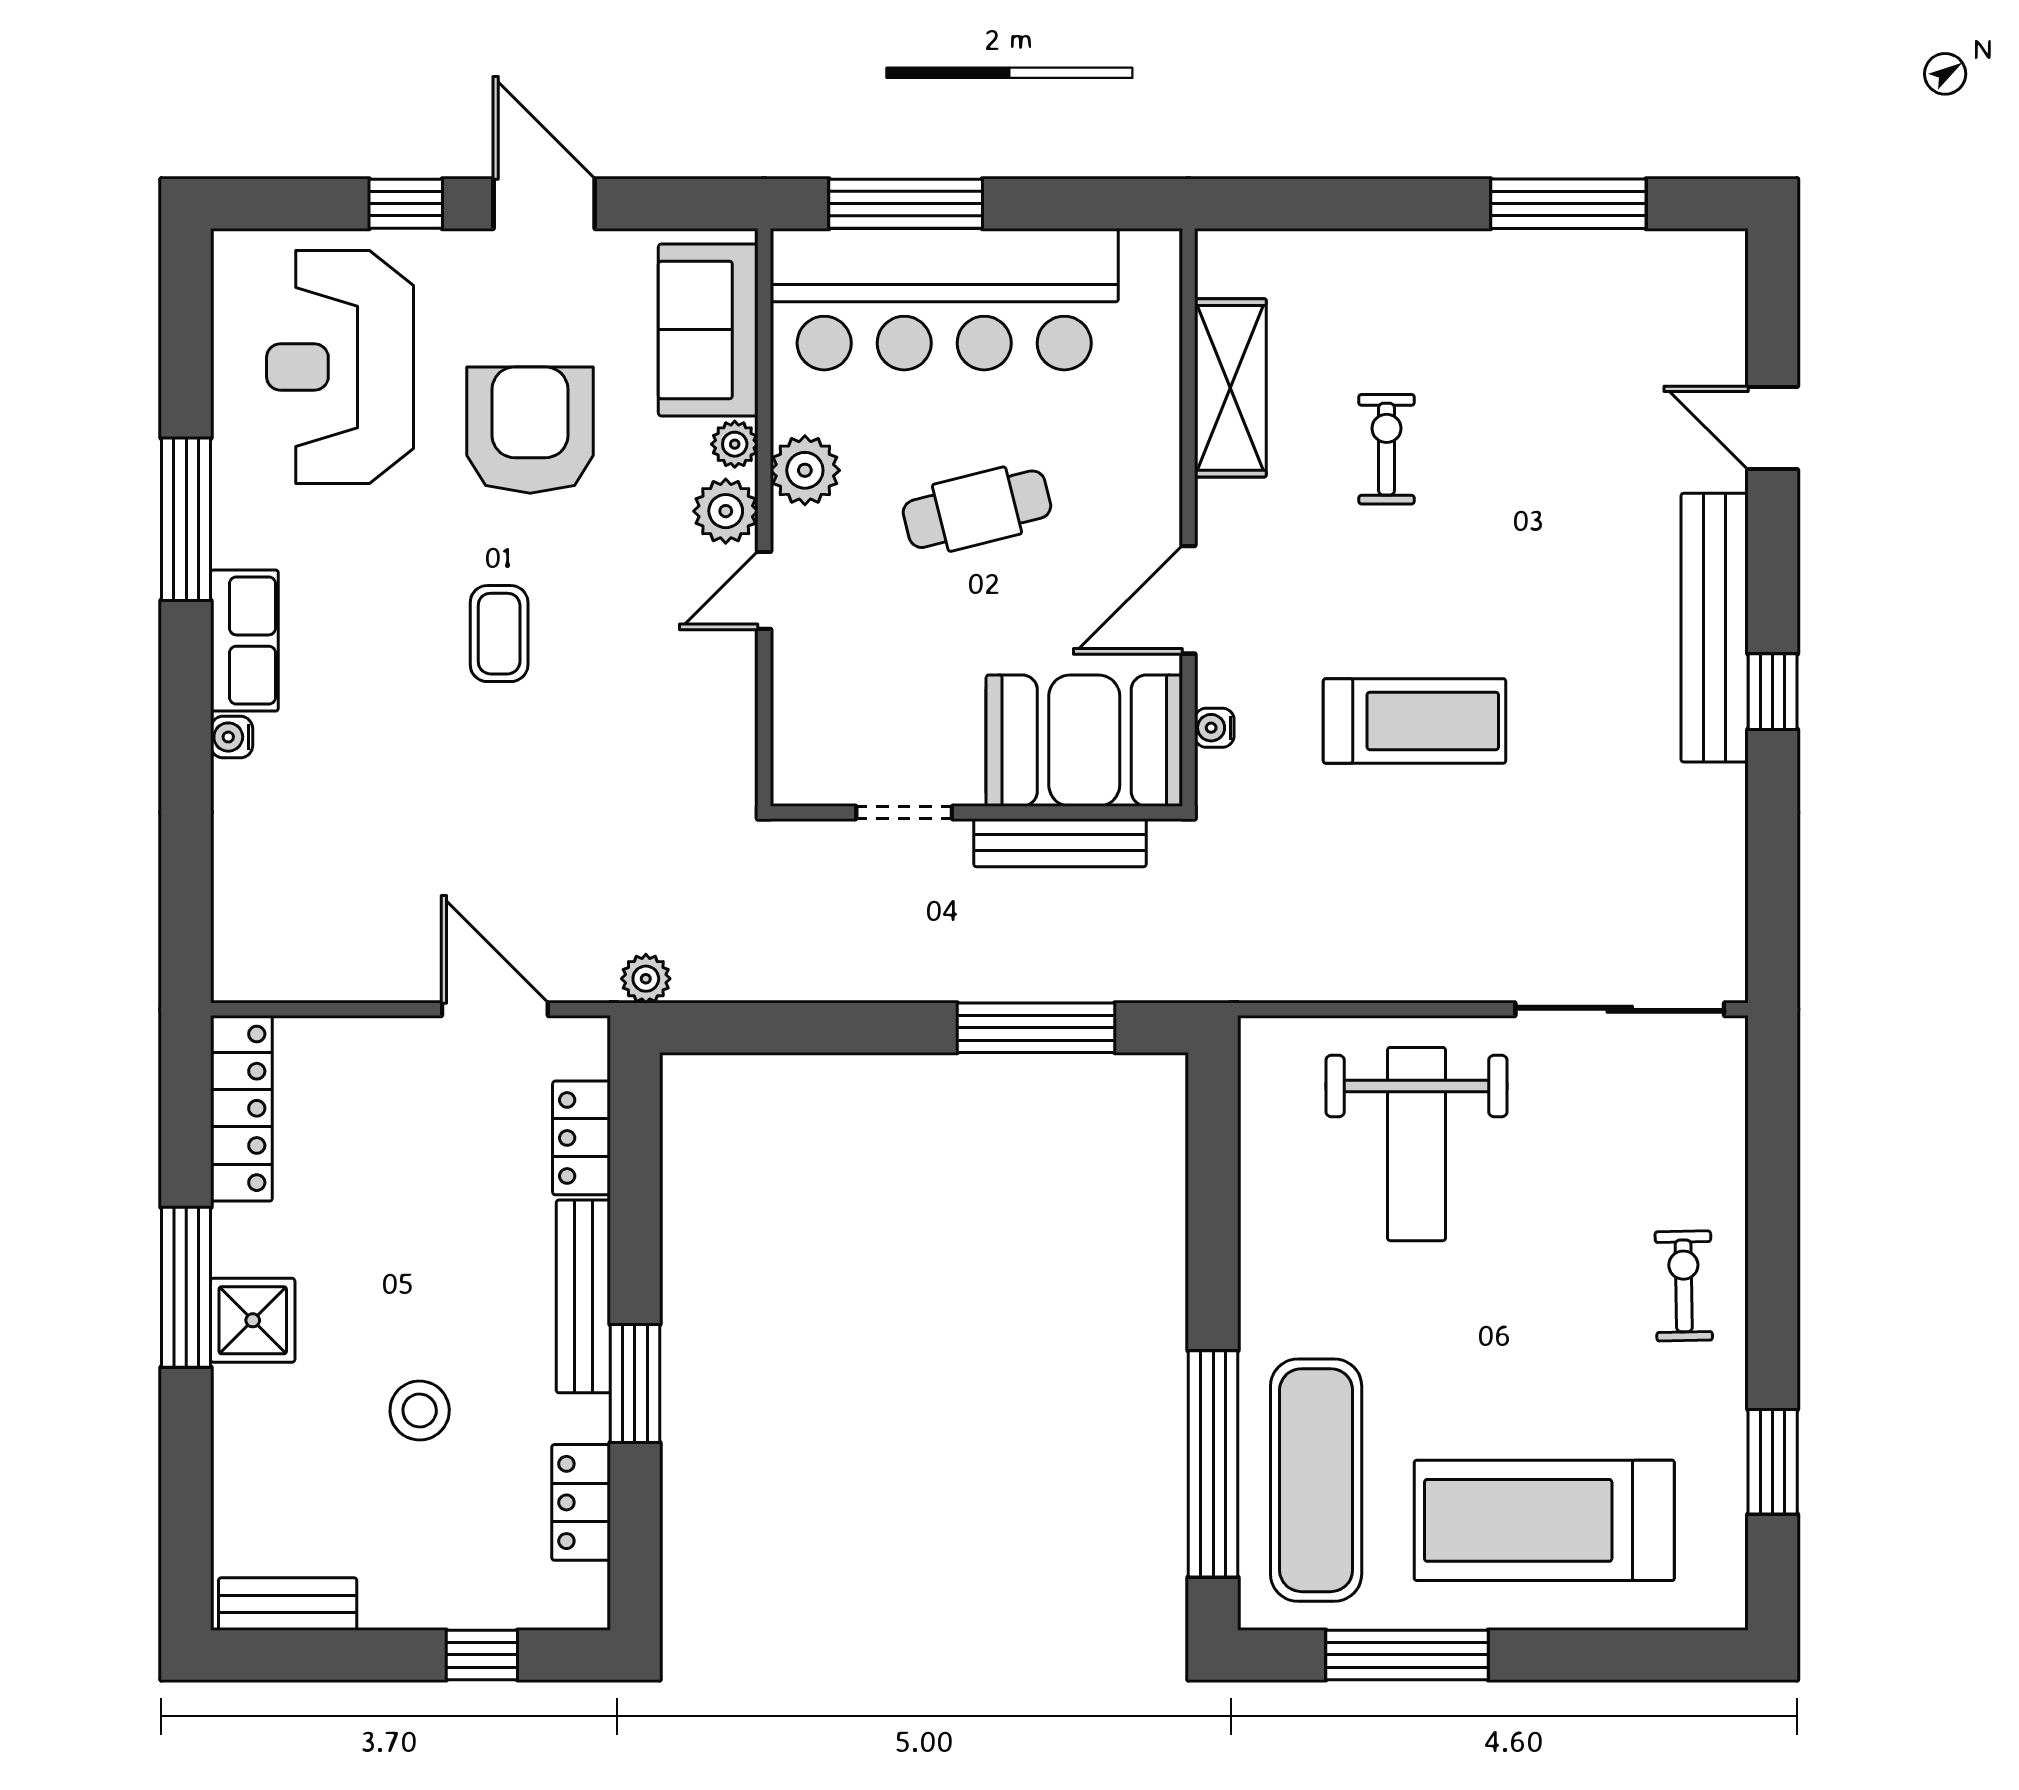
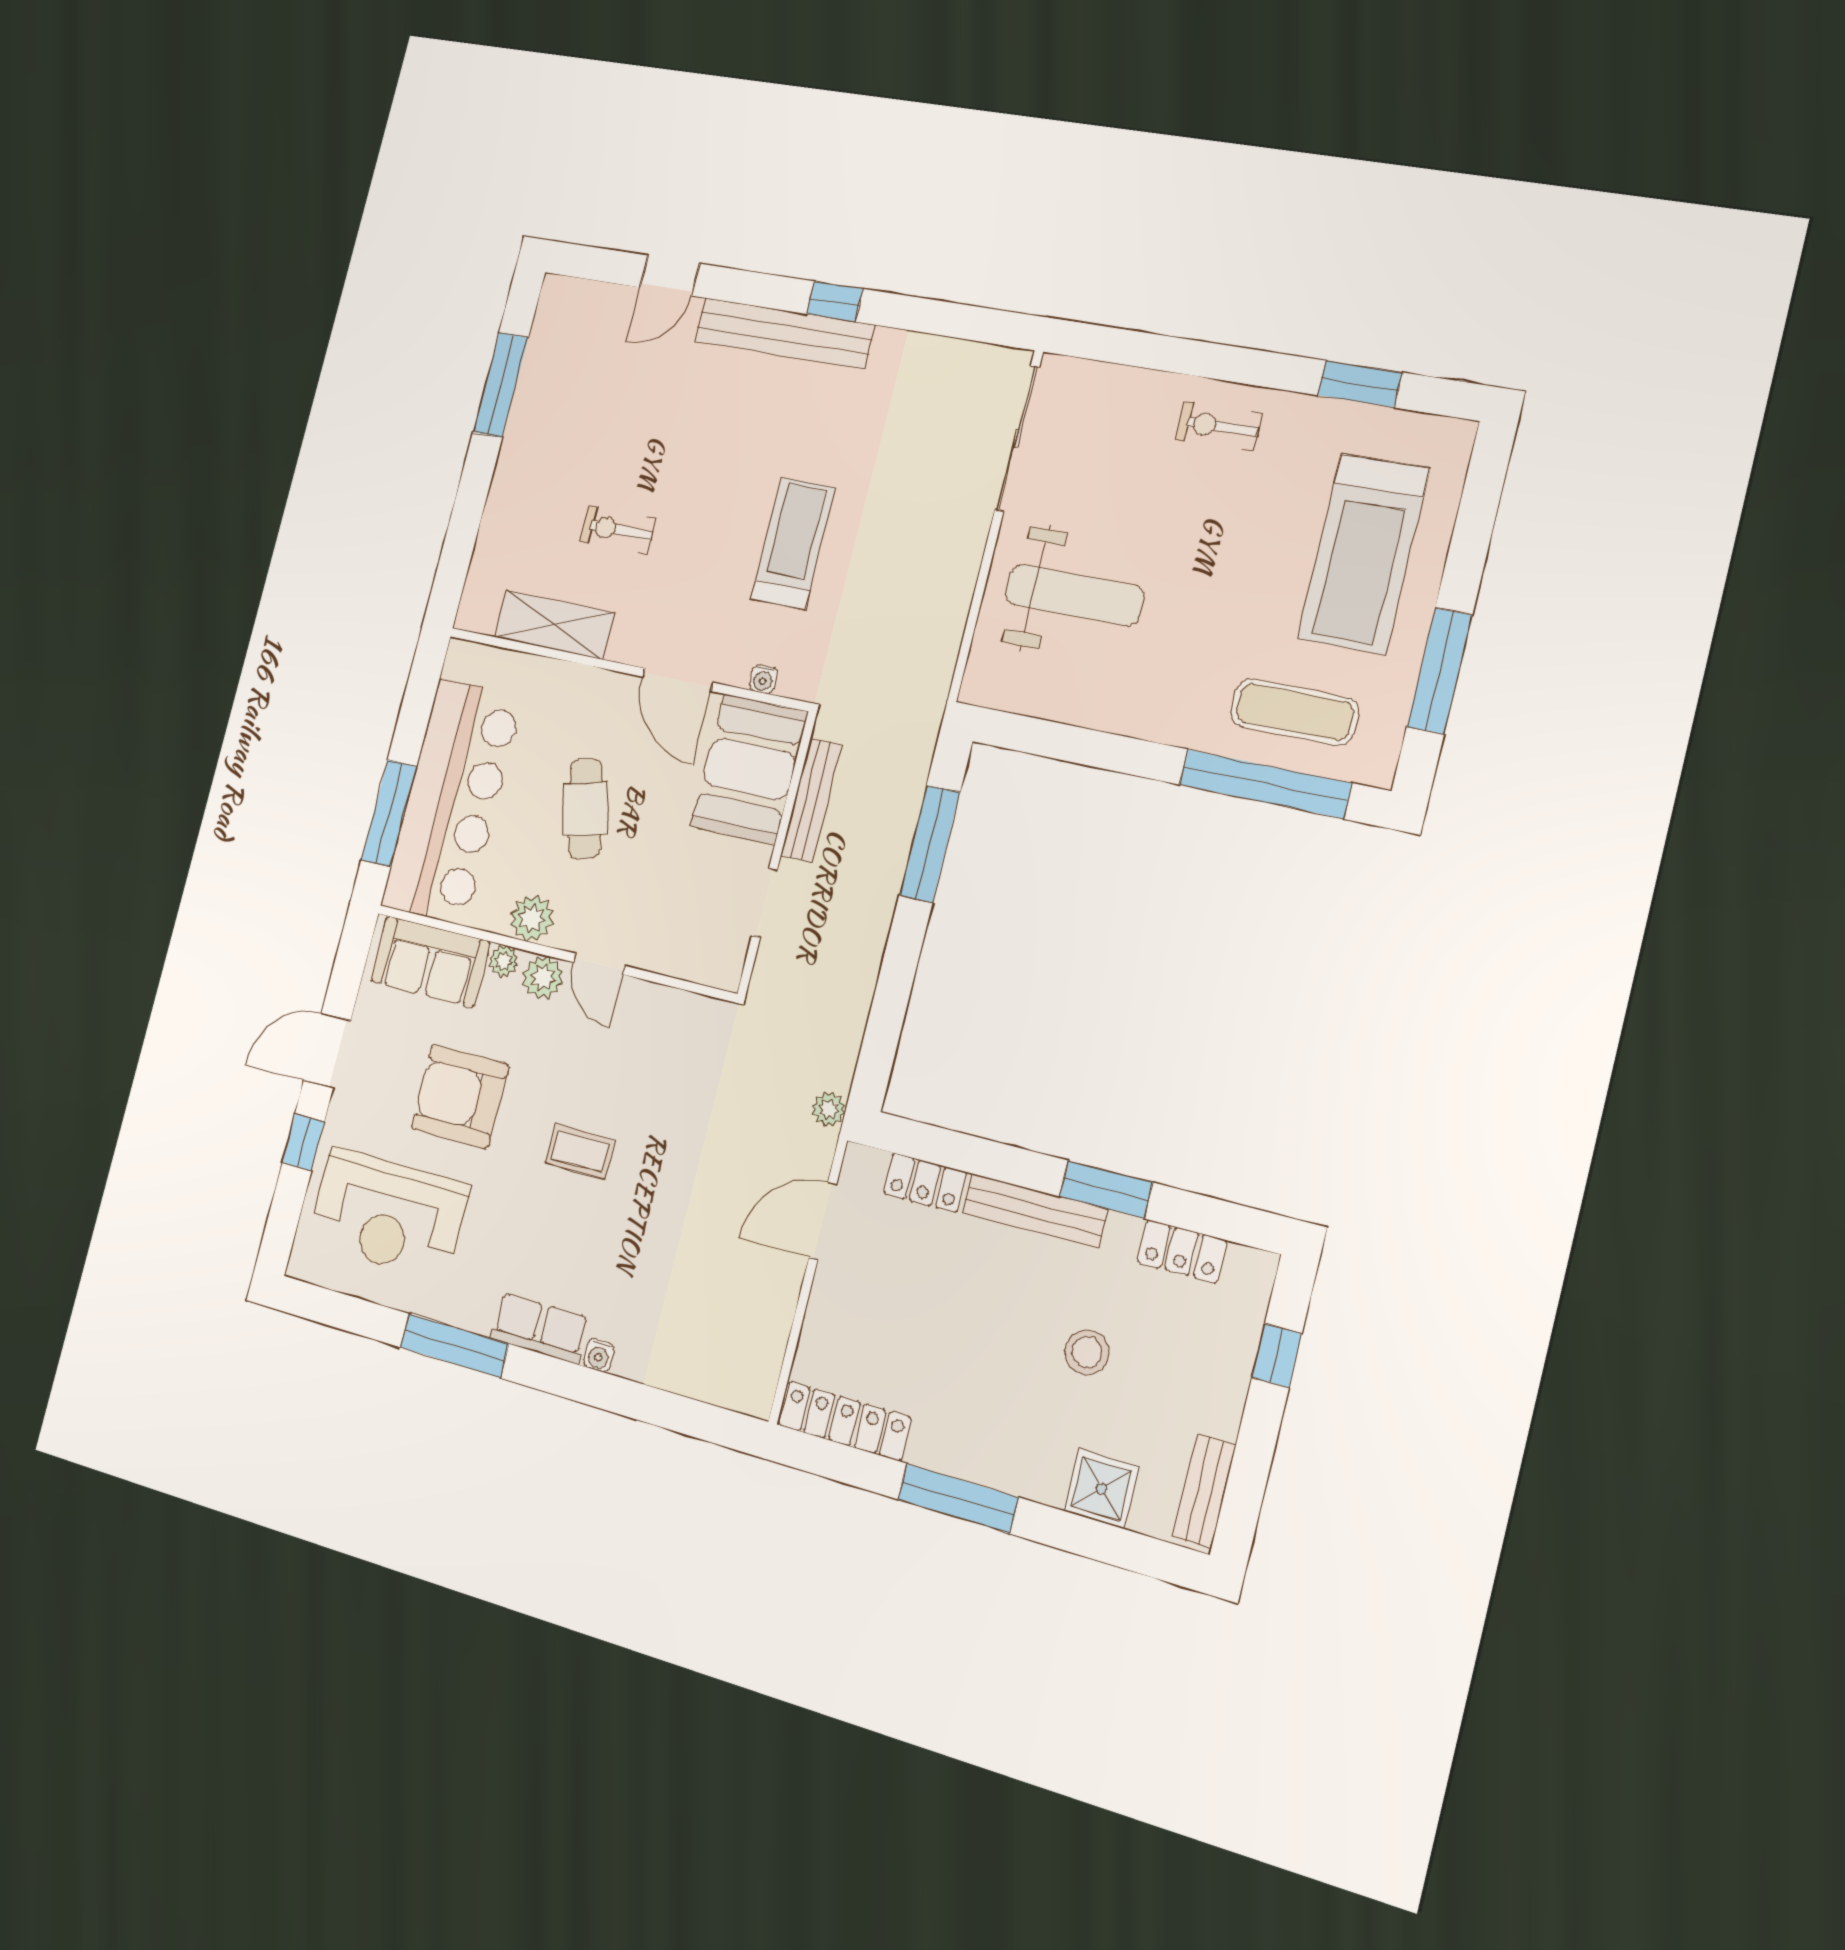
shower: (253, 1320) -> (1102, 1489), moved
exercise mat: (1316, 1480) -> (1295, 712), width x0.73, depth x0.69

